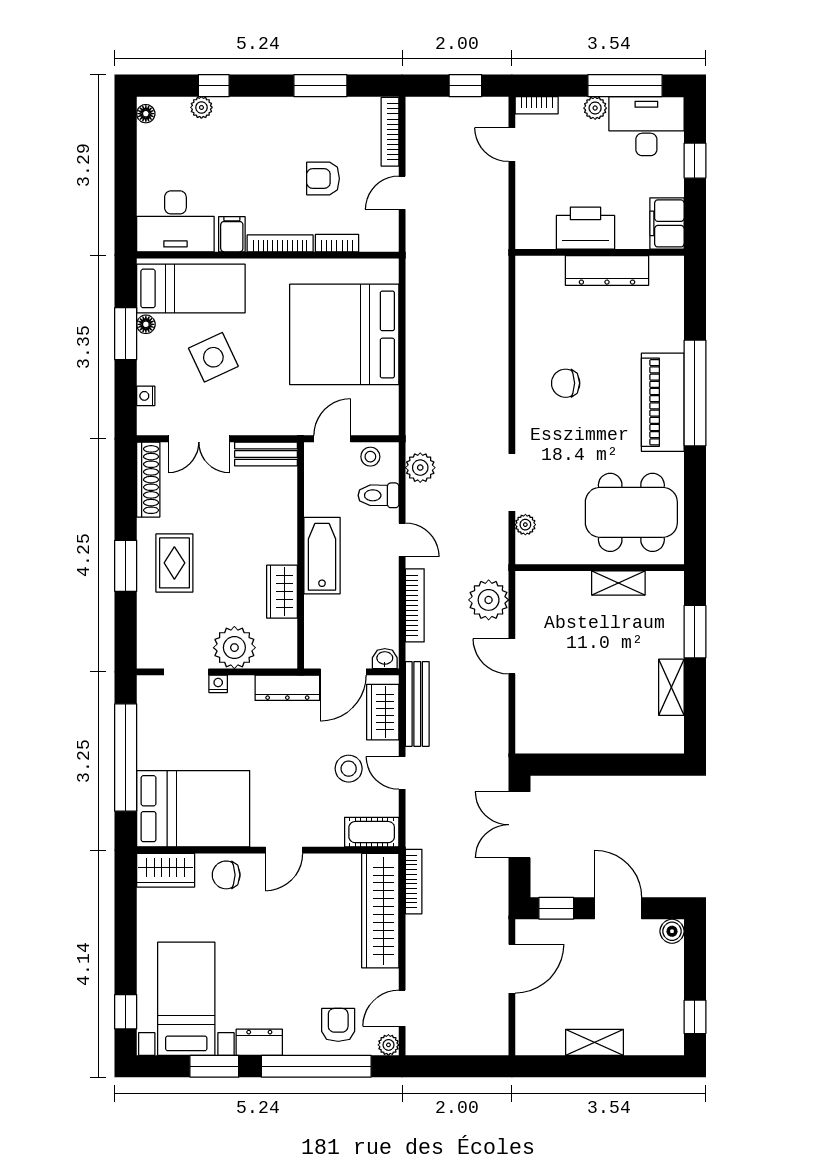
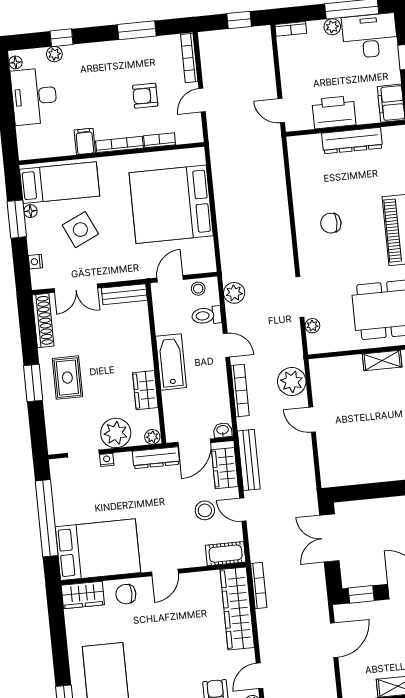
door: (512, 145) -> (281, 111), moved
desk: (175, 221) -> (34, 96), moved, turned 90
plant: (285, 658) -> (152, 437), added

